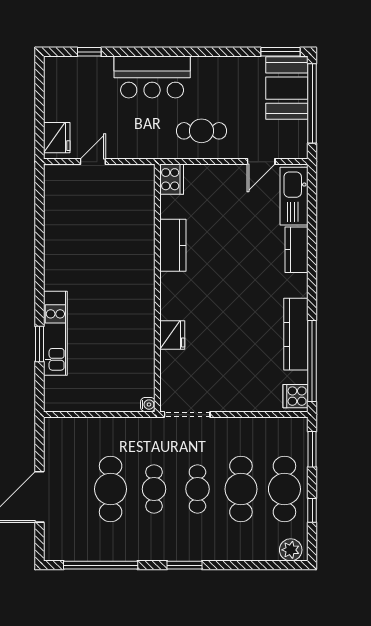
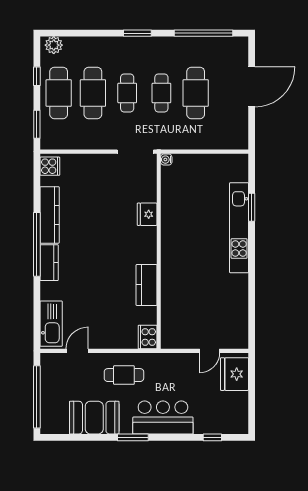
window: (280, 52) -> (133, 437), moved
booth: (287, 88) -> (94, 418), moved, turned 90
fridge: (57, 138) -> (234, 374), width x1.36, depth x1.34
kitchen counter: (297, 250) -> (49, 263), moved
kitchen unit: (55, 333) -> (239, 228), width x1.36
window: (312, 361) -> (37, 244), moved

